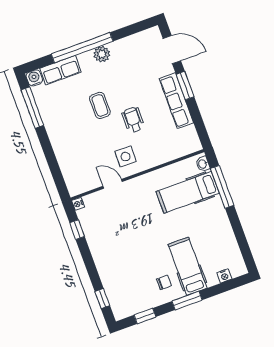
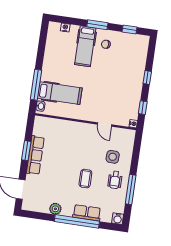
plant: (102, 54) -> (55, 209), moved
row of seats: (61, 70) -> (87, 213), moved
window: (185, 86) -> (26, 151), moved
window: (32, 108) -> (131, 190), moved
wheelchair: (133, 120) -> (115, 180), moved
side table: (126, 157) -> (113, 157), moved
window: (102, 299) -> (147, 78), moved

